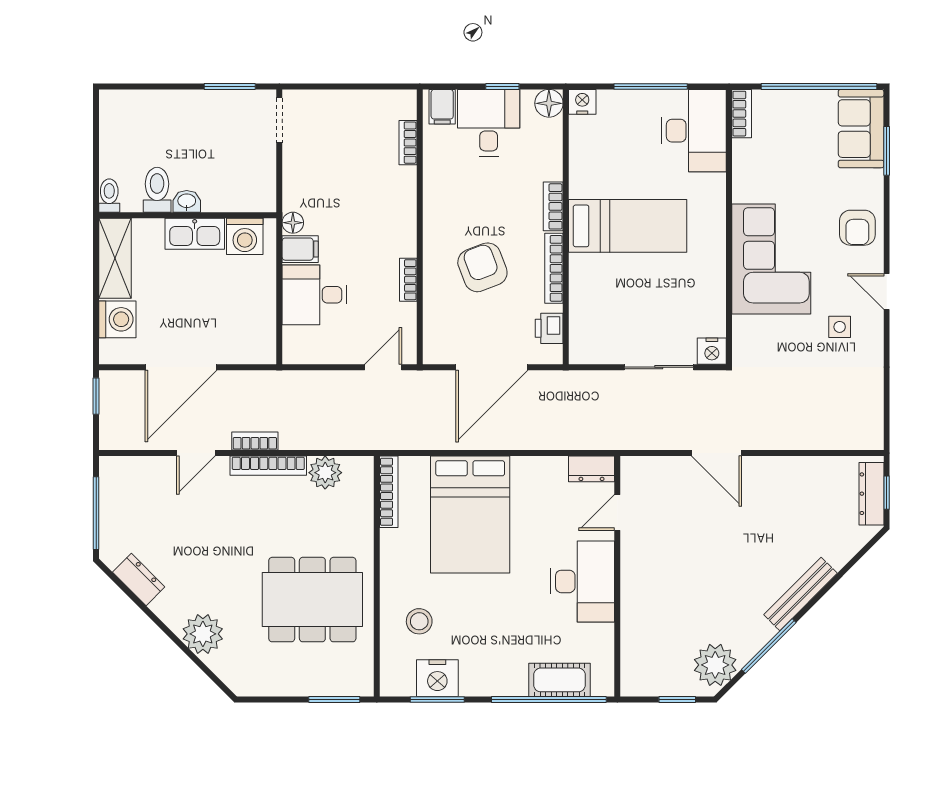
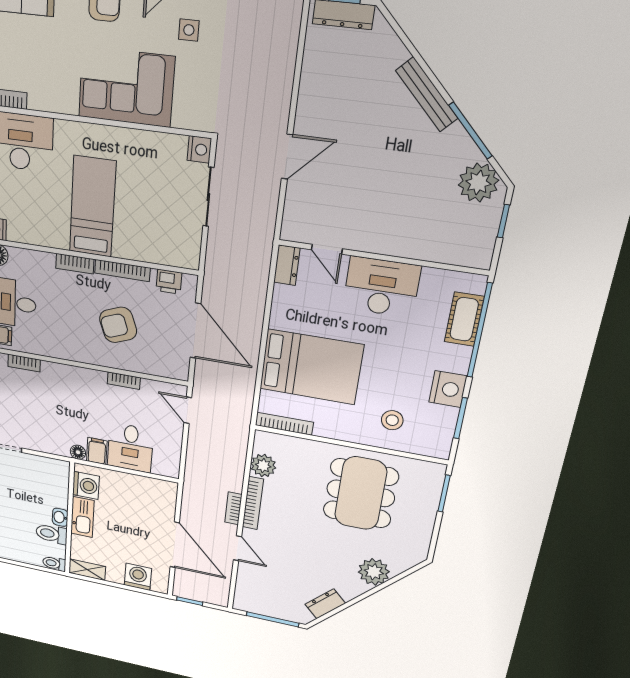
shelving: (115, 258) -> (87, 570), width x0.67, depth x0.75
nightstand: (437, 678) -> (448, 389), moved

